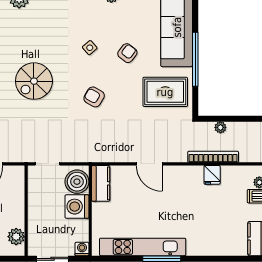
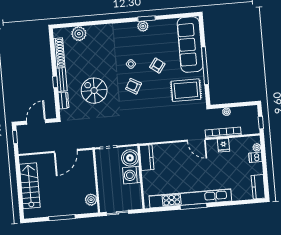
spiral stairs: (34, 81) -> (94, 91), turned 90
armchair: (94, 97) -> (134, 86), moved
door: (149, 164) -> (196, 140), moved
kitchen unit: (143, 247) -> (190, 198), width x1.36
washing machine: (82, 249) -> (137, 204), removed

